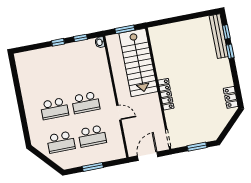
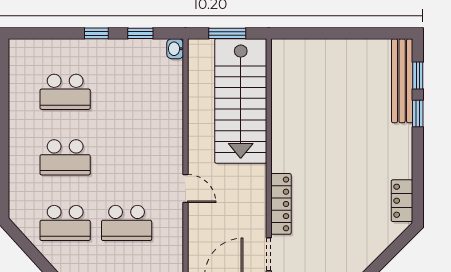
locker: (166, 94) -> (281, 204), moved
school desk: (86, 103) -> (65, 92), moved

